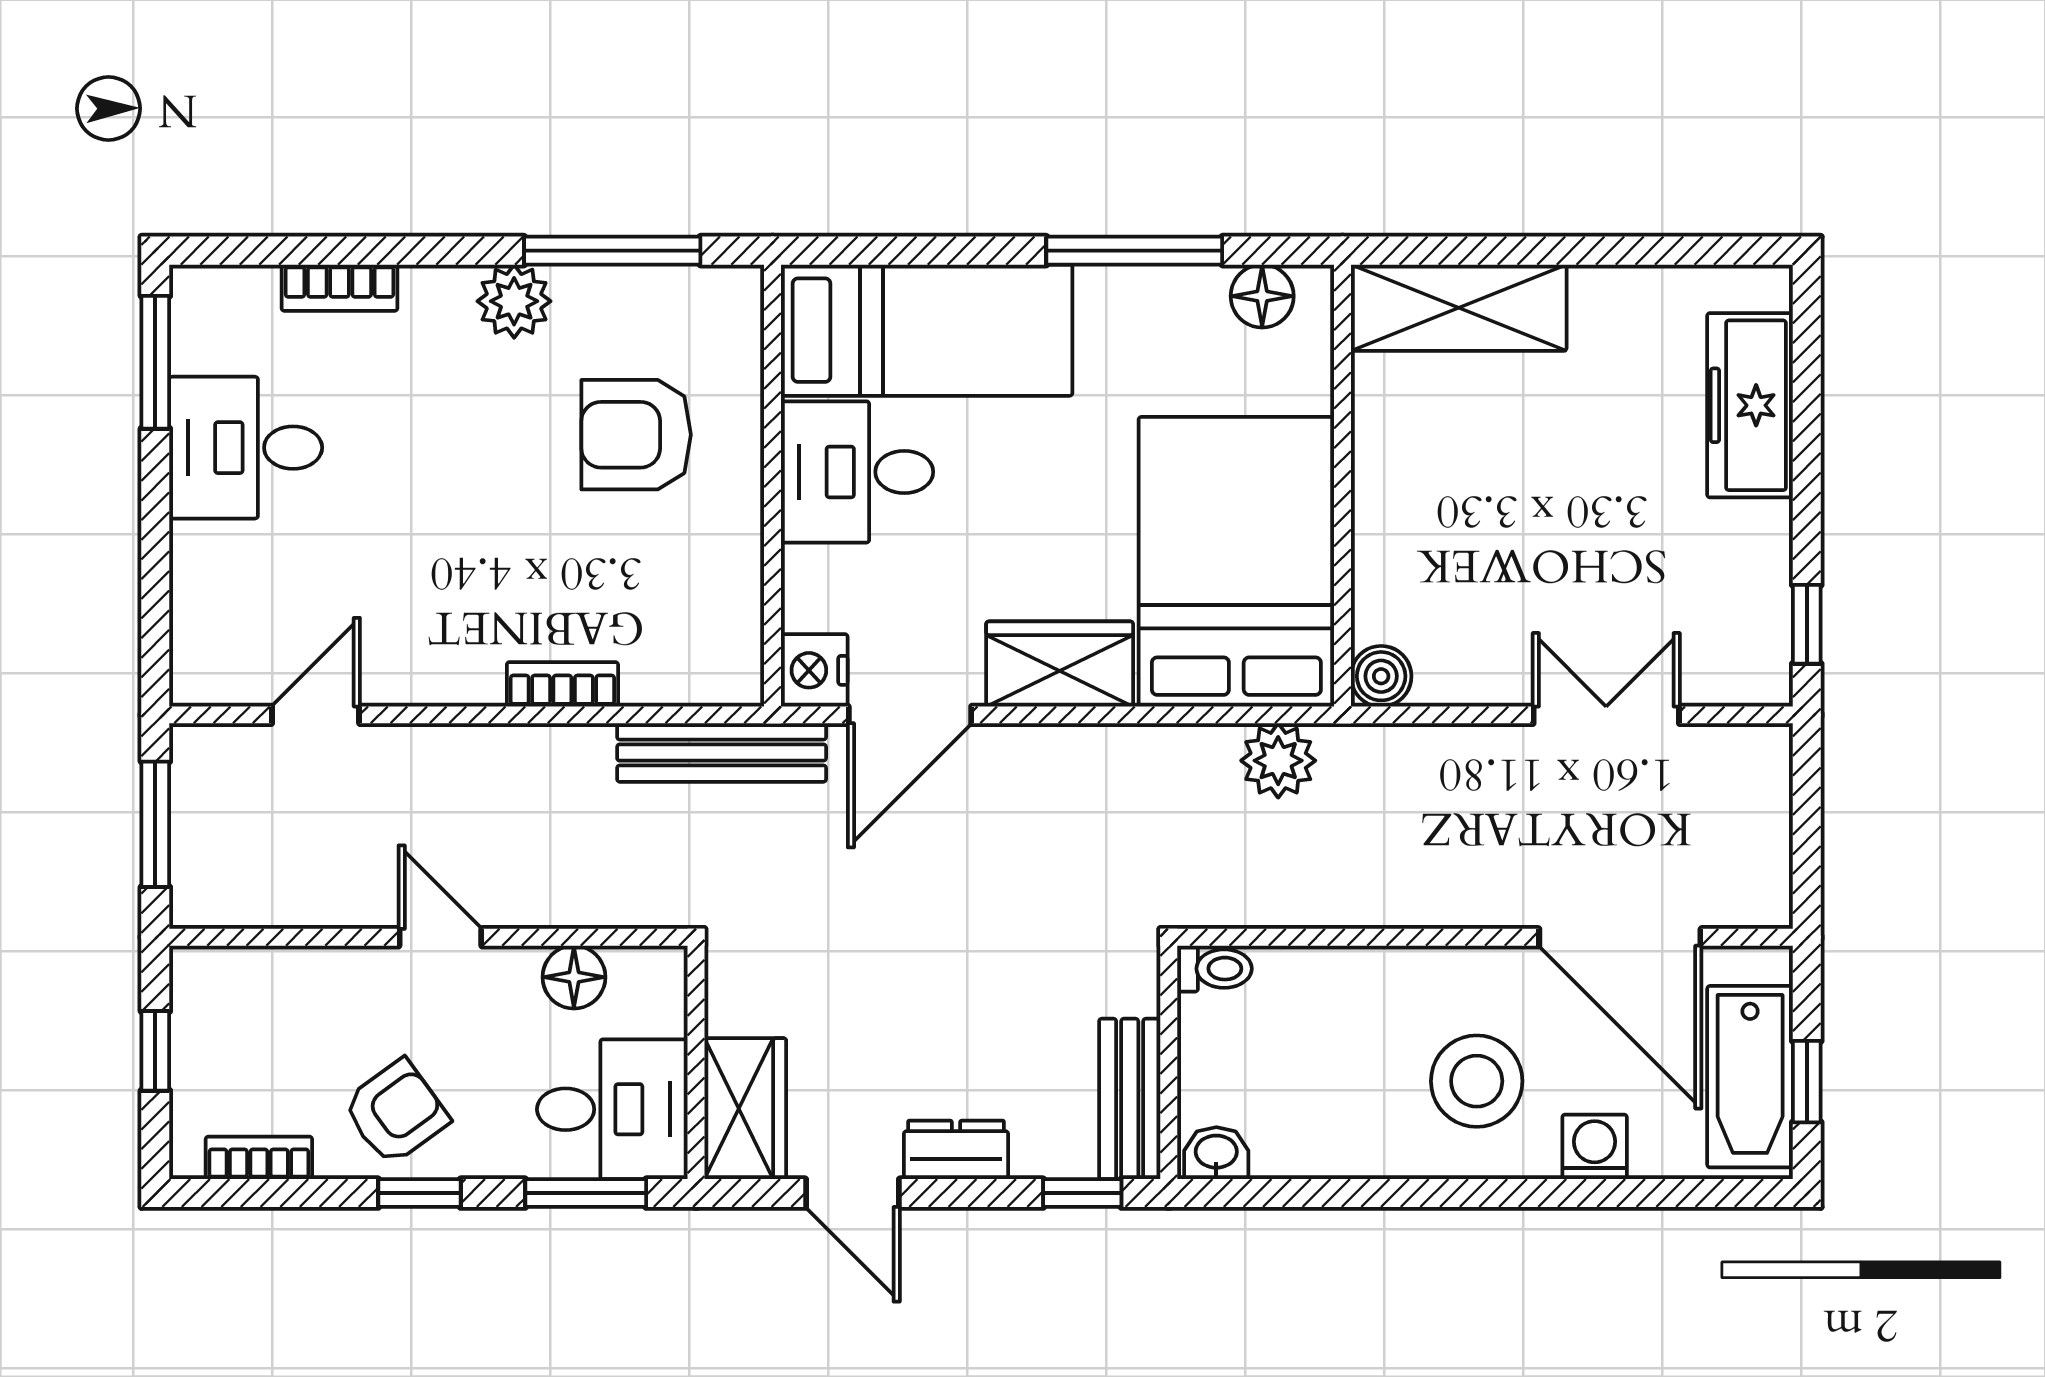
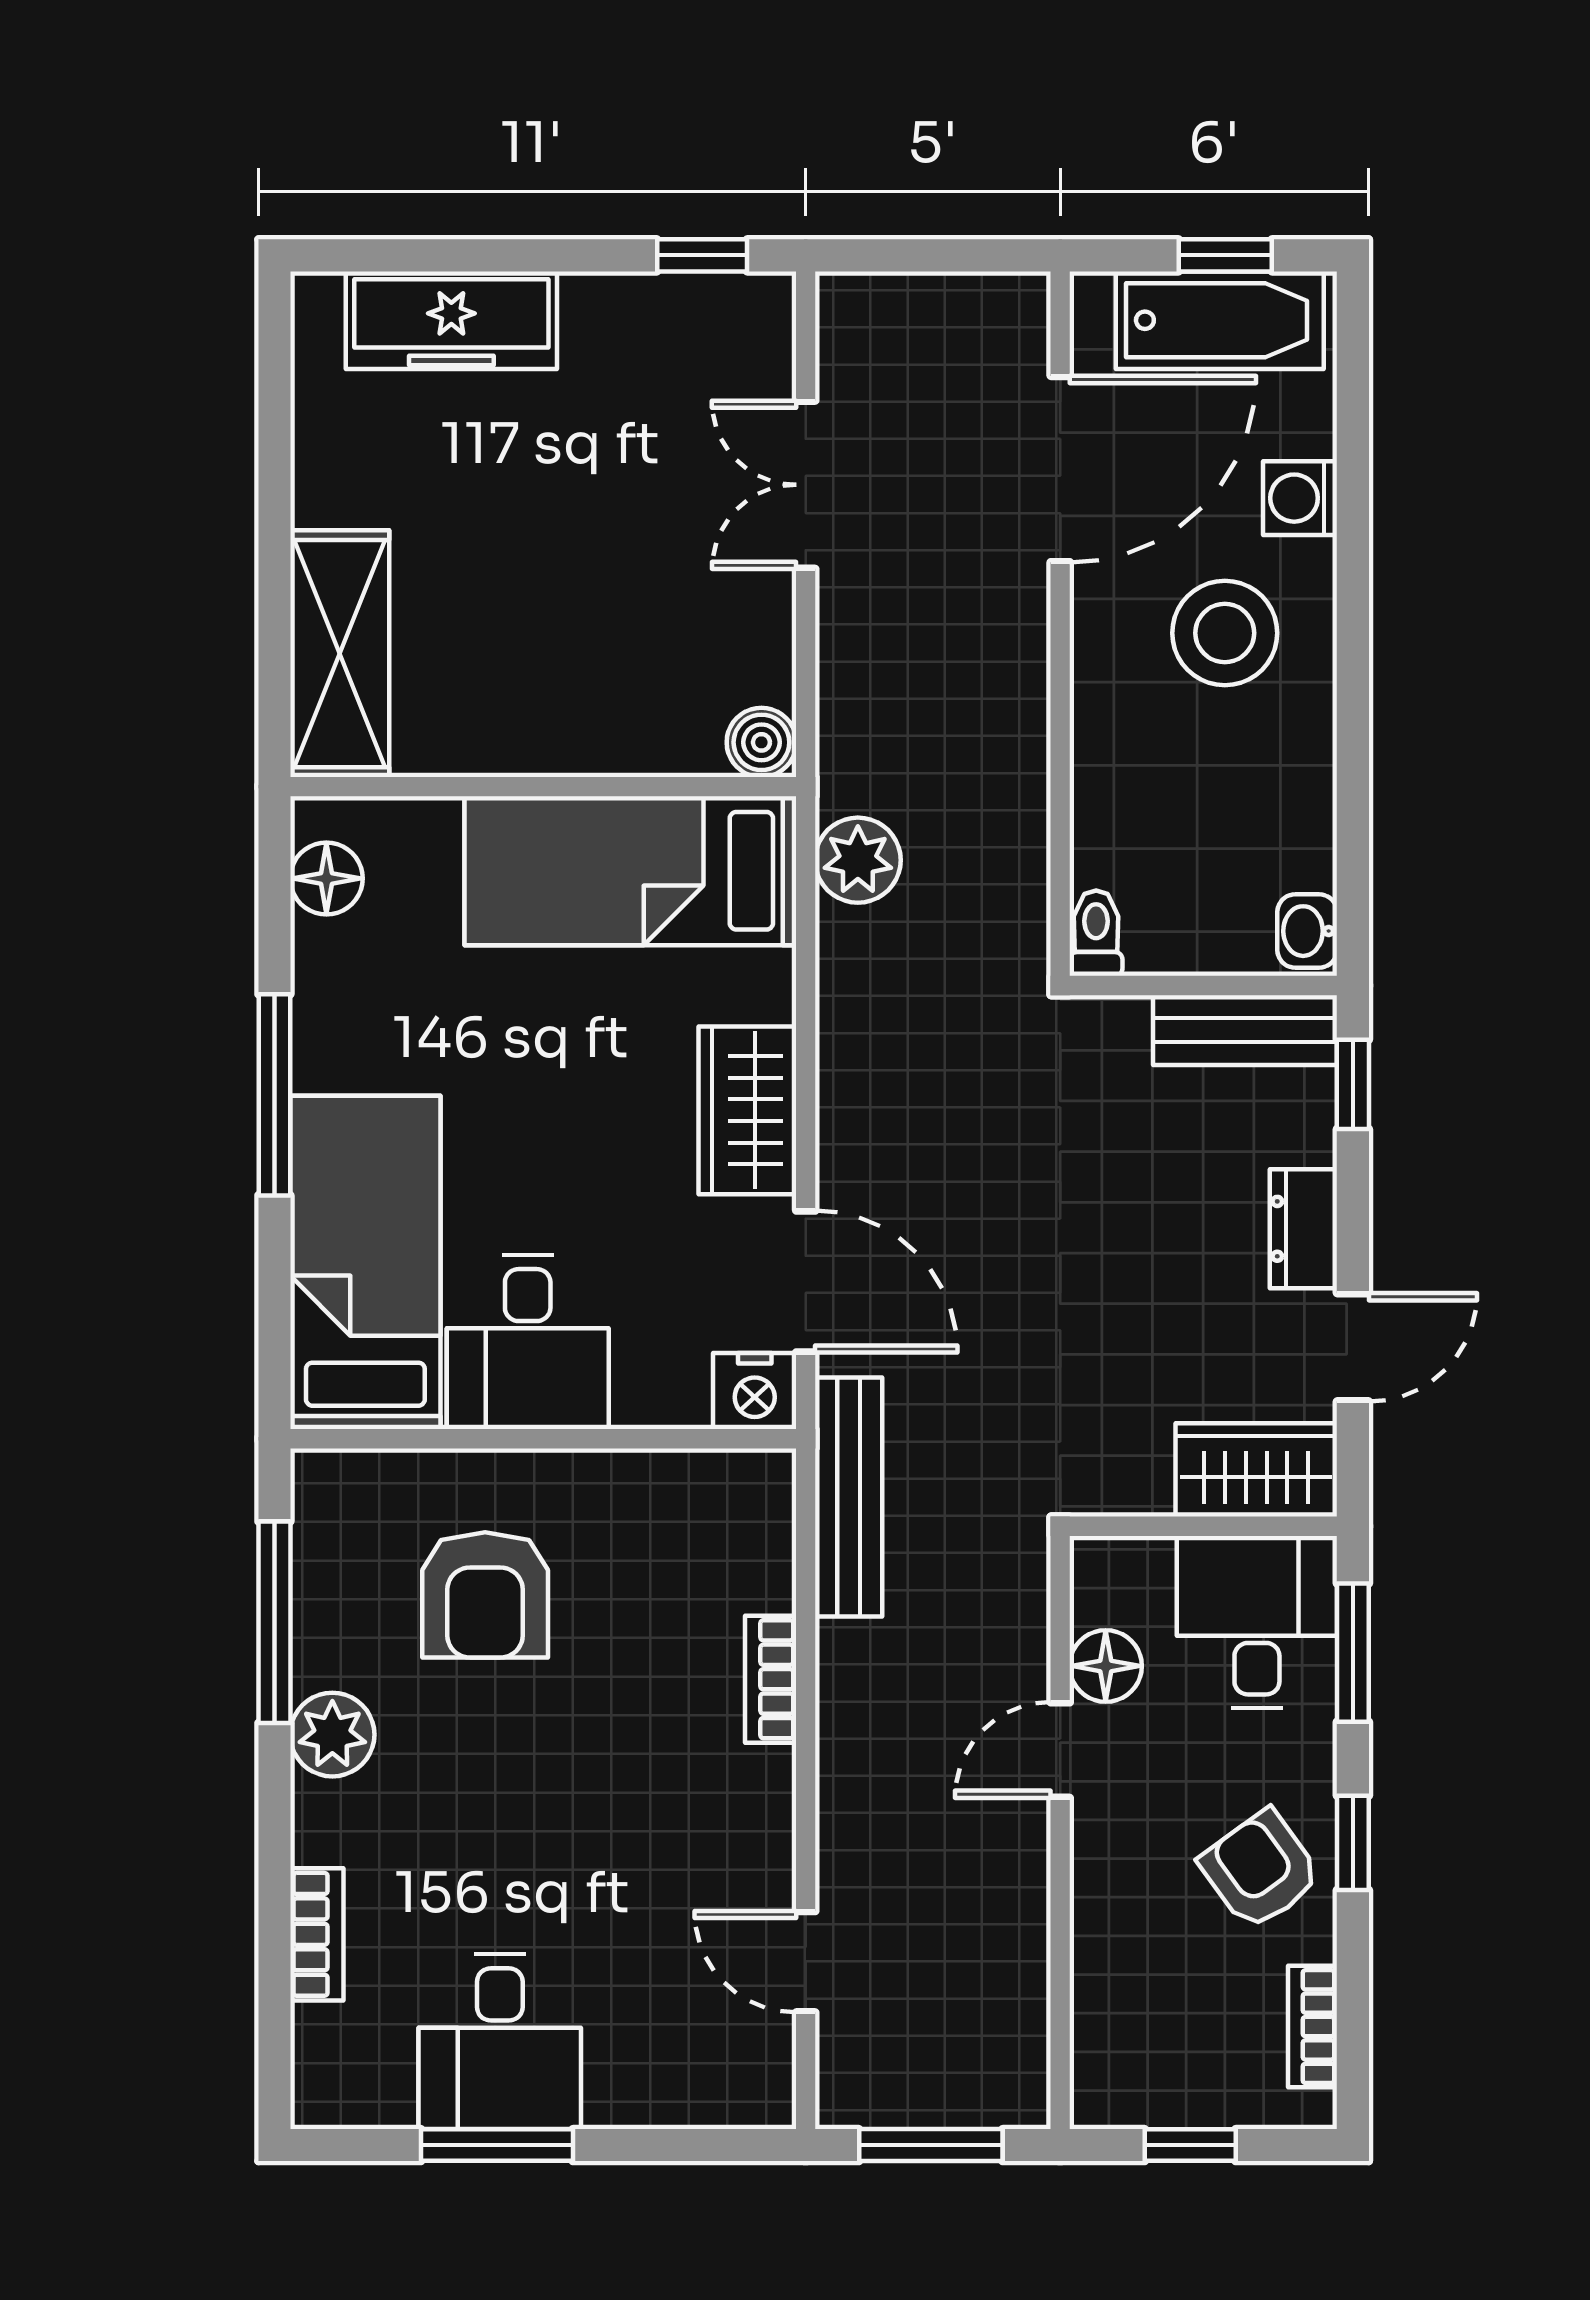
window: (1134, 251) -> (274, 1095), moved
window: (155, 362) -> (497, 2145), moved
bed: (1236, 562) -> (630, 871), width x0.67
door: (440, 937) -> (1060, 1750), moved

